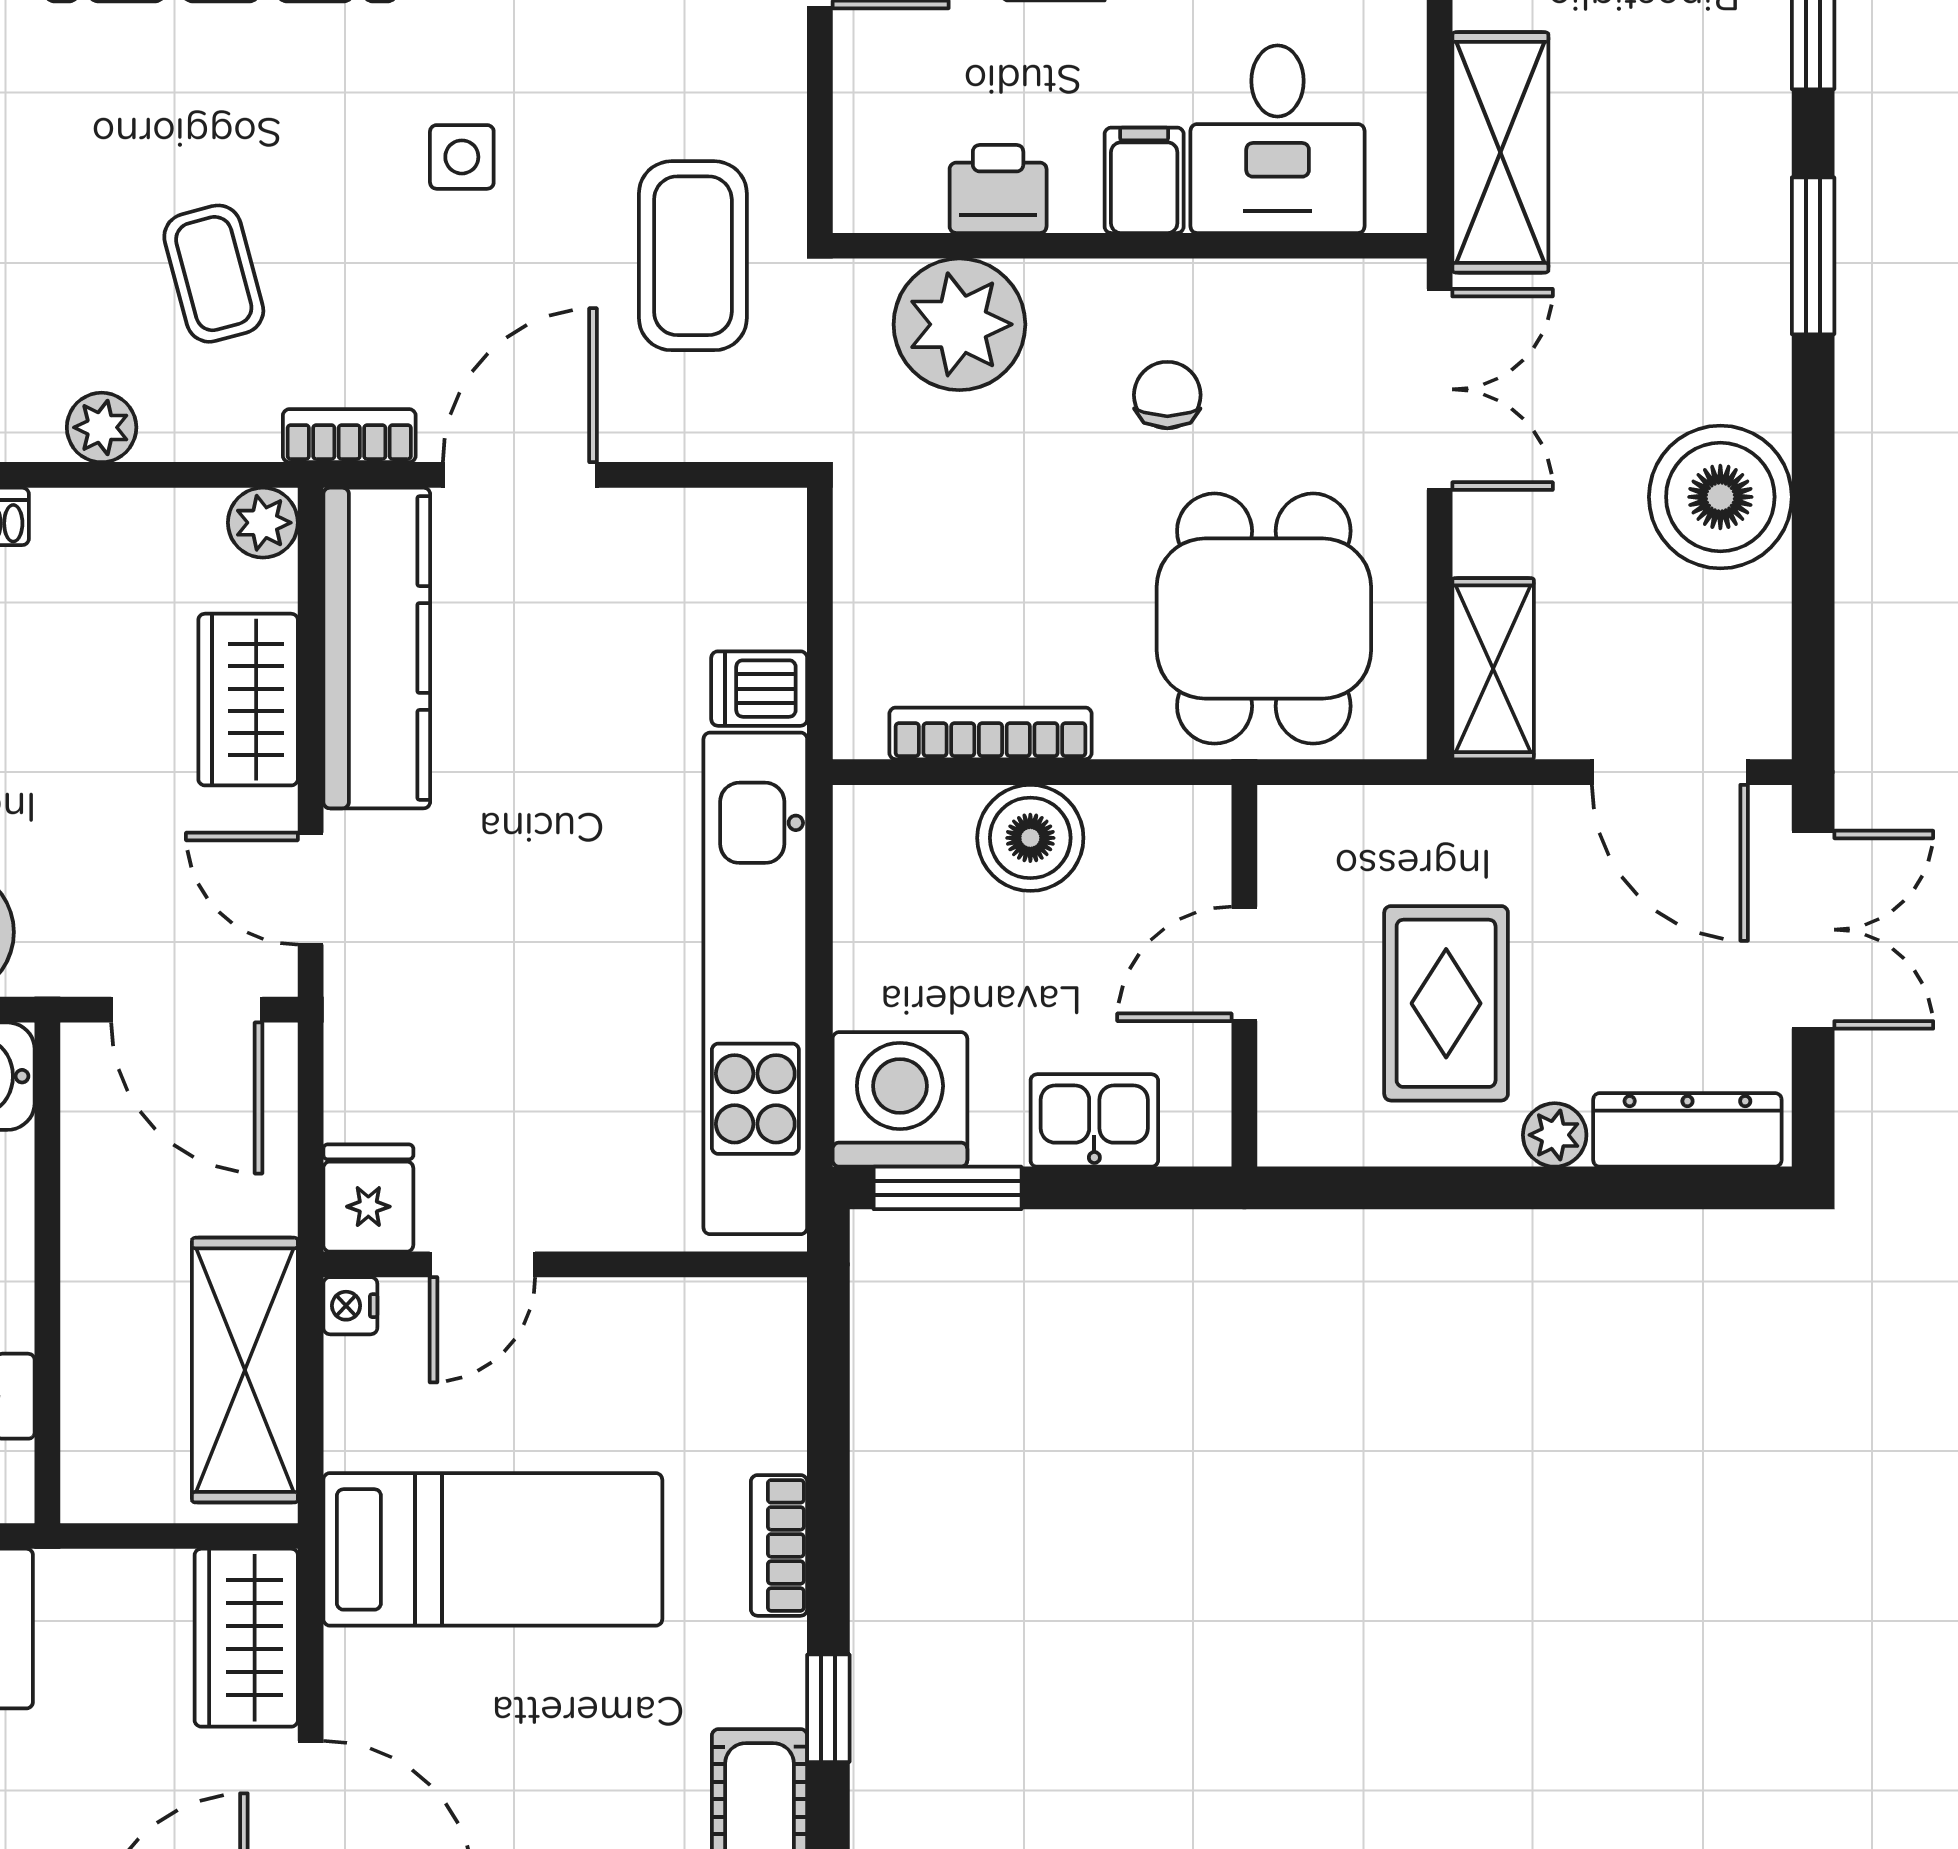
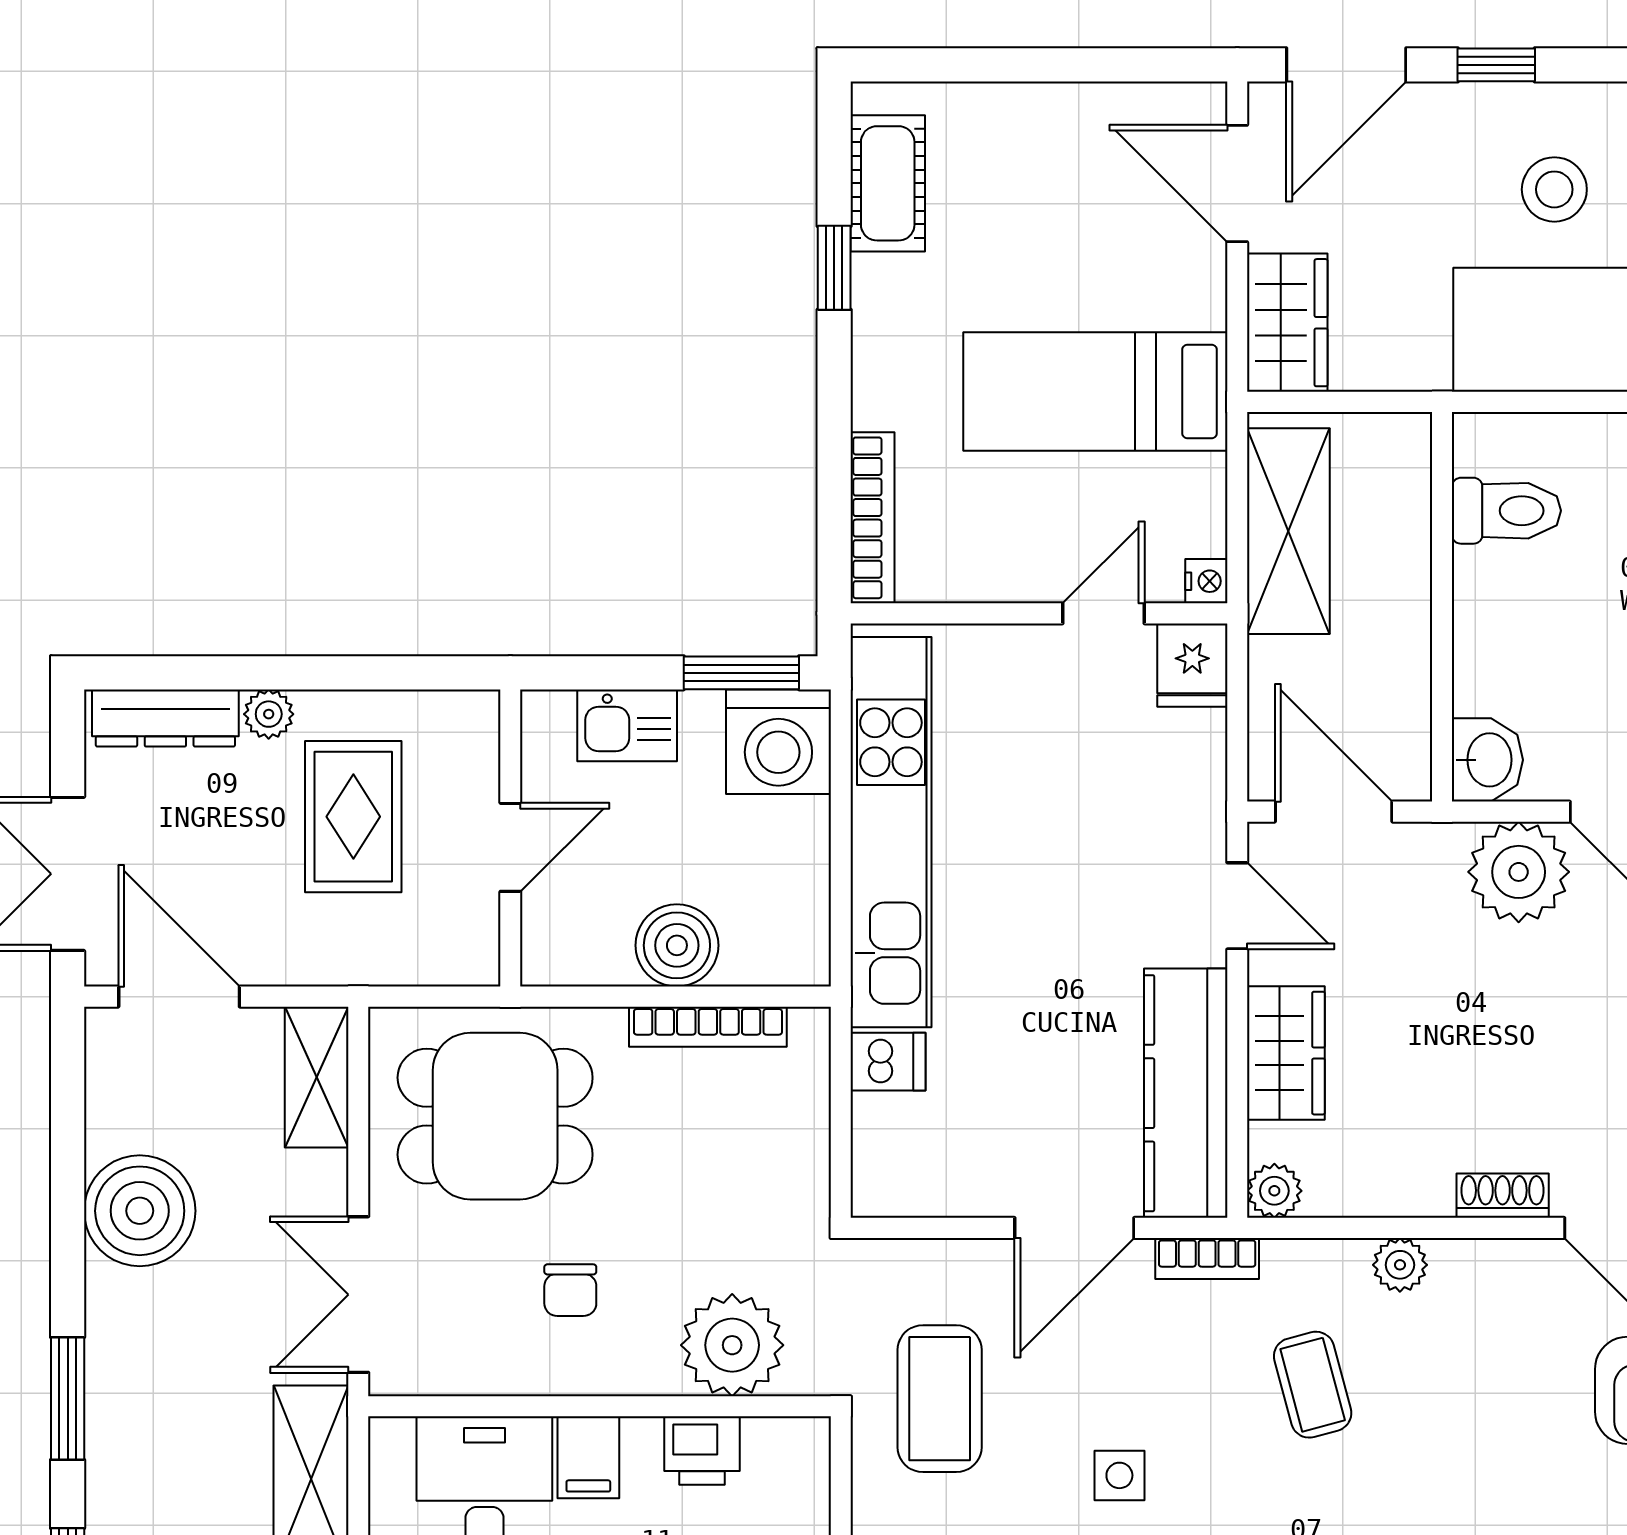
dining table: (1264, 619) -> (495, 1116), turned 90
bookcase: (779, 1545) -> (873, 518), moved, width x1.56

